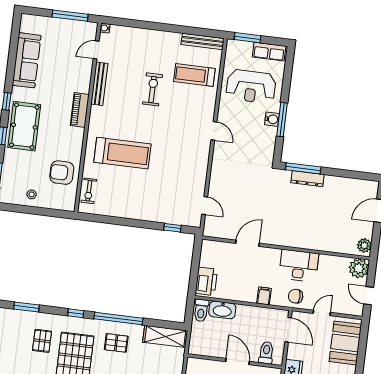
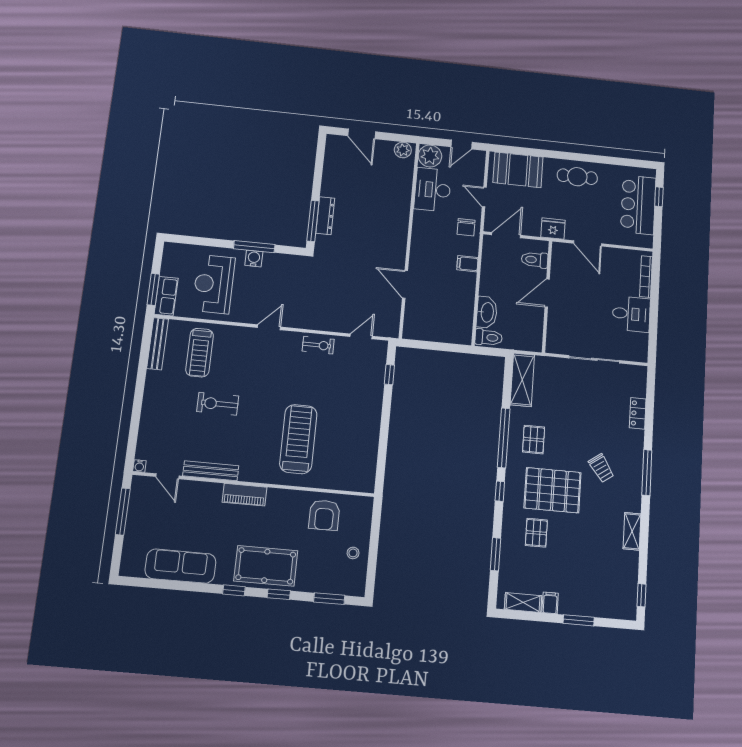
row of seats: (269, 52) -> (166, 296), moved
reception desk: (251, 86) -> (214, 284), turned 180
exercise bike: (89, 191) -> (318, 345), moved
desk: (299, 266) -> (433, 190), moved
printer: (206, 281) -> (453, 332), removed
pallet: (42, 341) -> (536, 533), turned 90

